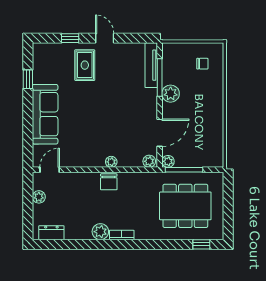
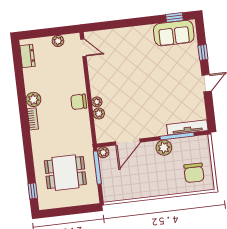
chair: (202, 64) -> (194, 173), width x1.87, depth x1.87
rug: (85, 65) -> (180, 68), removed
window: (28, 79) -> (174, 17), moved
sofa: (45, 114) -> (174, 33), moved, width x0.73
door: (160, 133) -> (128, 142), hinge flipped
plant: (149, 161) -> (99, 113), moved
dining table: (185, 206) -> (65, 173), width x0.73

